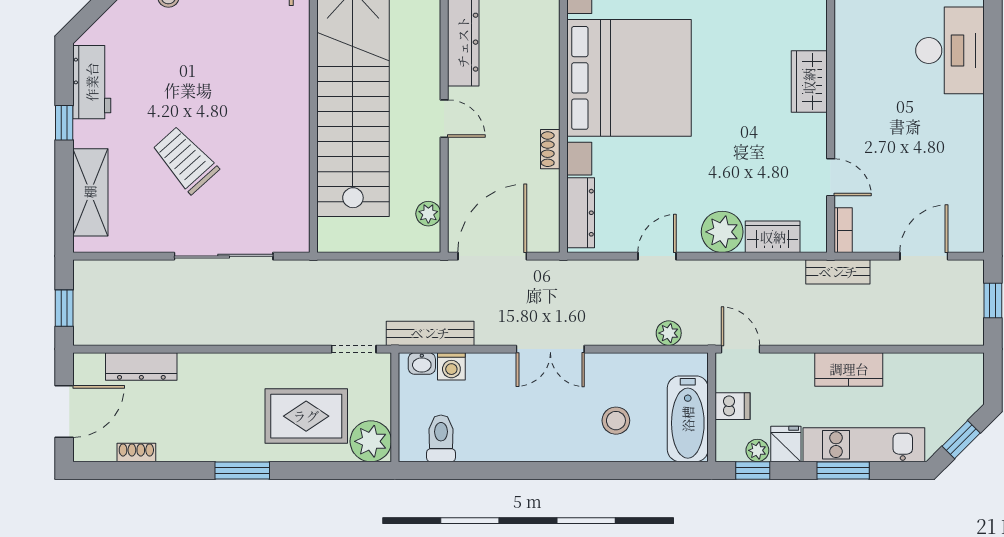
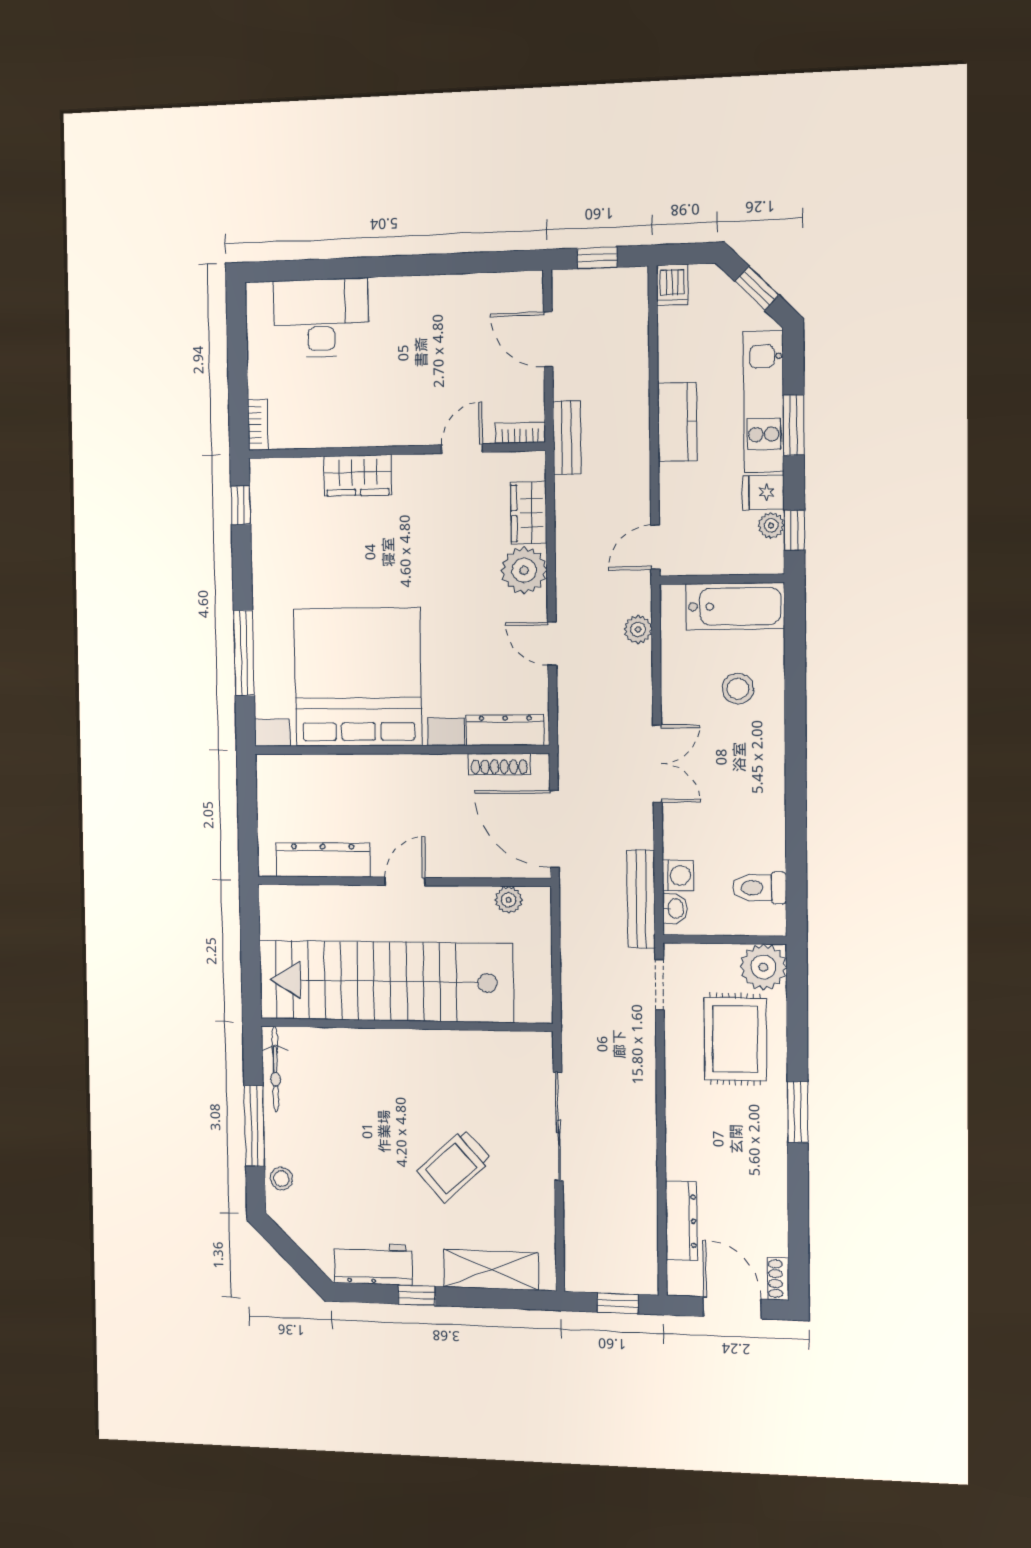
shoe rack: (550, 149) -> (499, 764), moved, width x1.43
dishwasher: (732, 406) -> (672, 285), moved, turned 180
shoe rack: (136, 452) -> (778, 1279), moved

